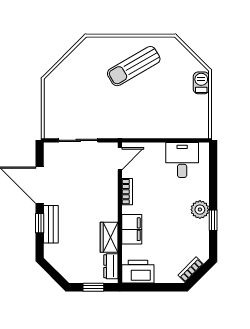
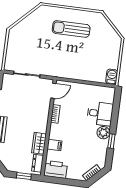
sun lounger: (134, 66) -> (71, 29), turned 30
barbecue: (201, 83) -> (112, 77), moved
desk: (182, 160) -> (100, 114), moved, turned 90
filing cabinet: (132, 229) -> (54, 145), width x0.50

